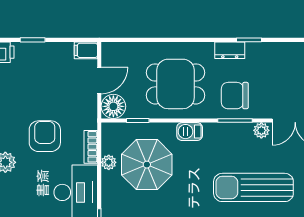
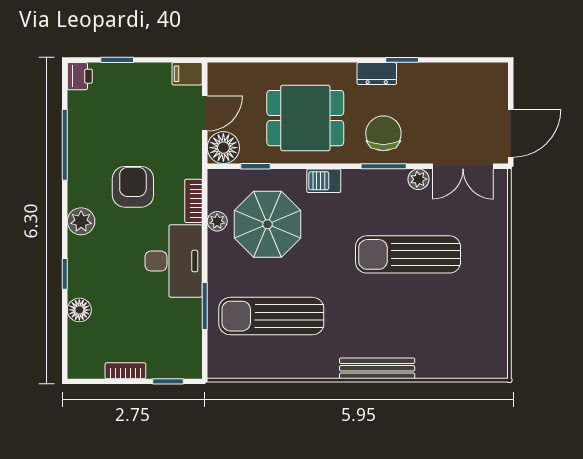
chair: (235, 96) -> (383, 133), turned 90

